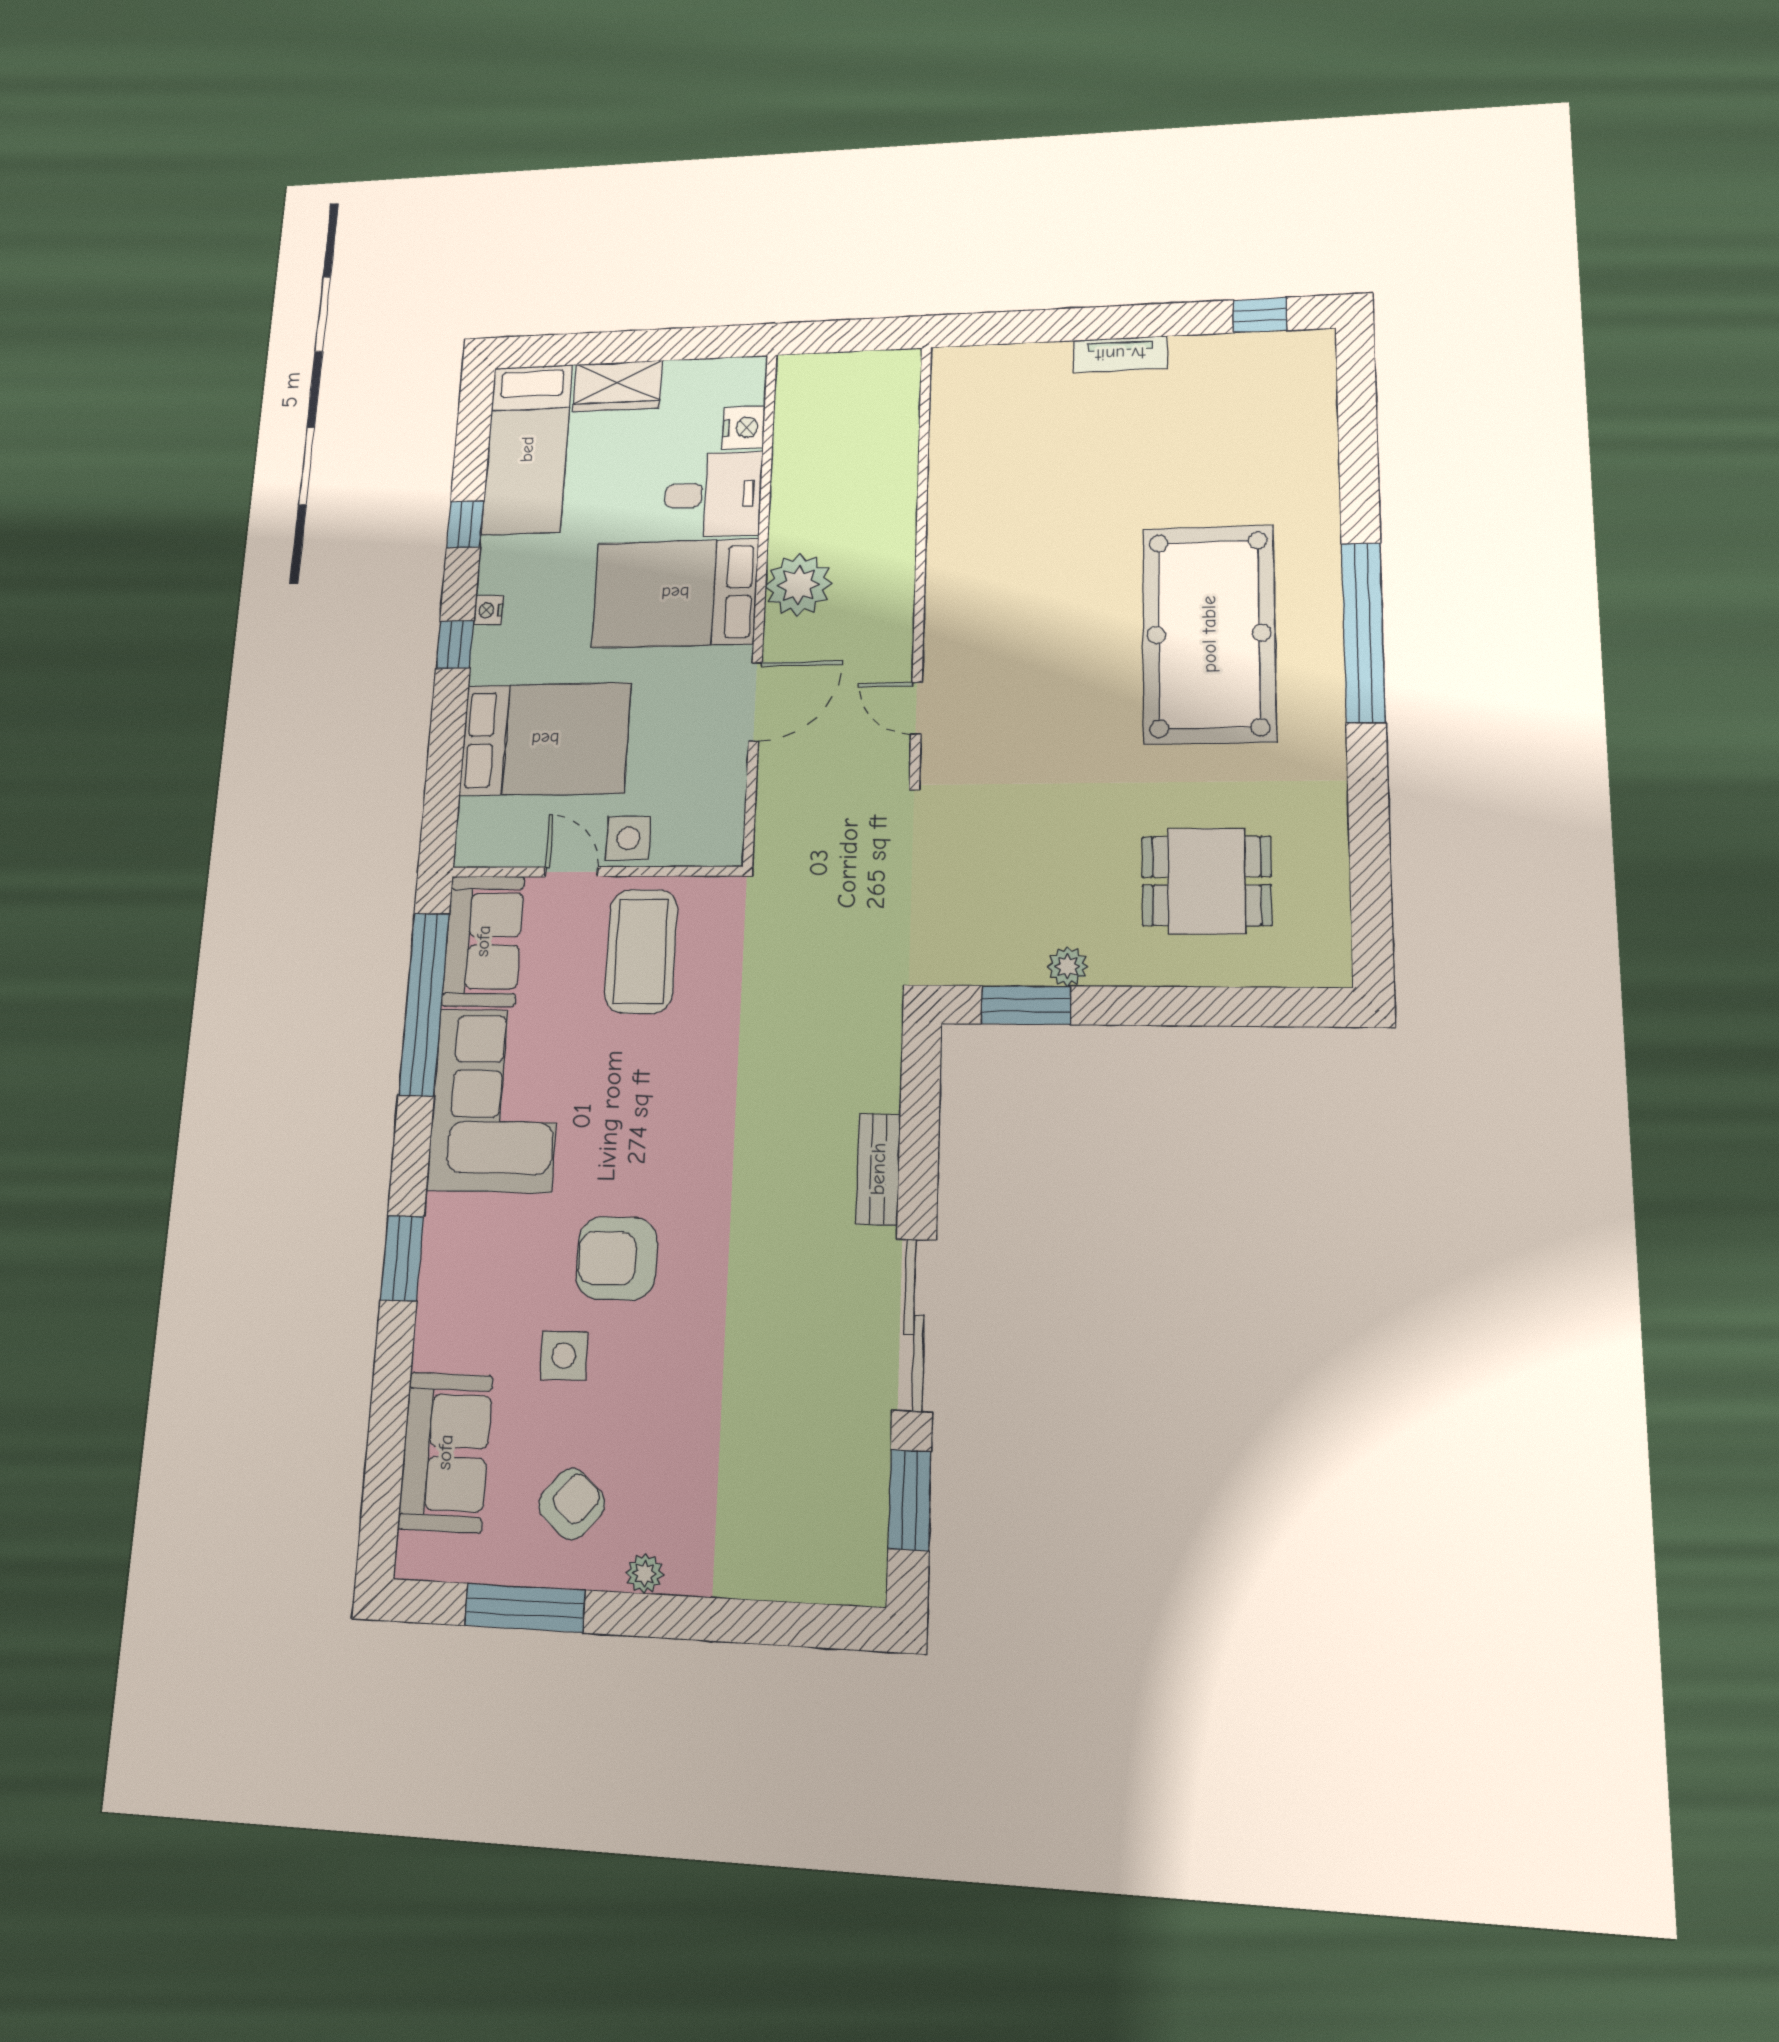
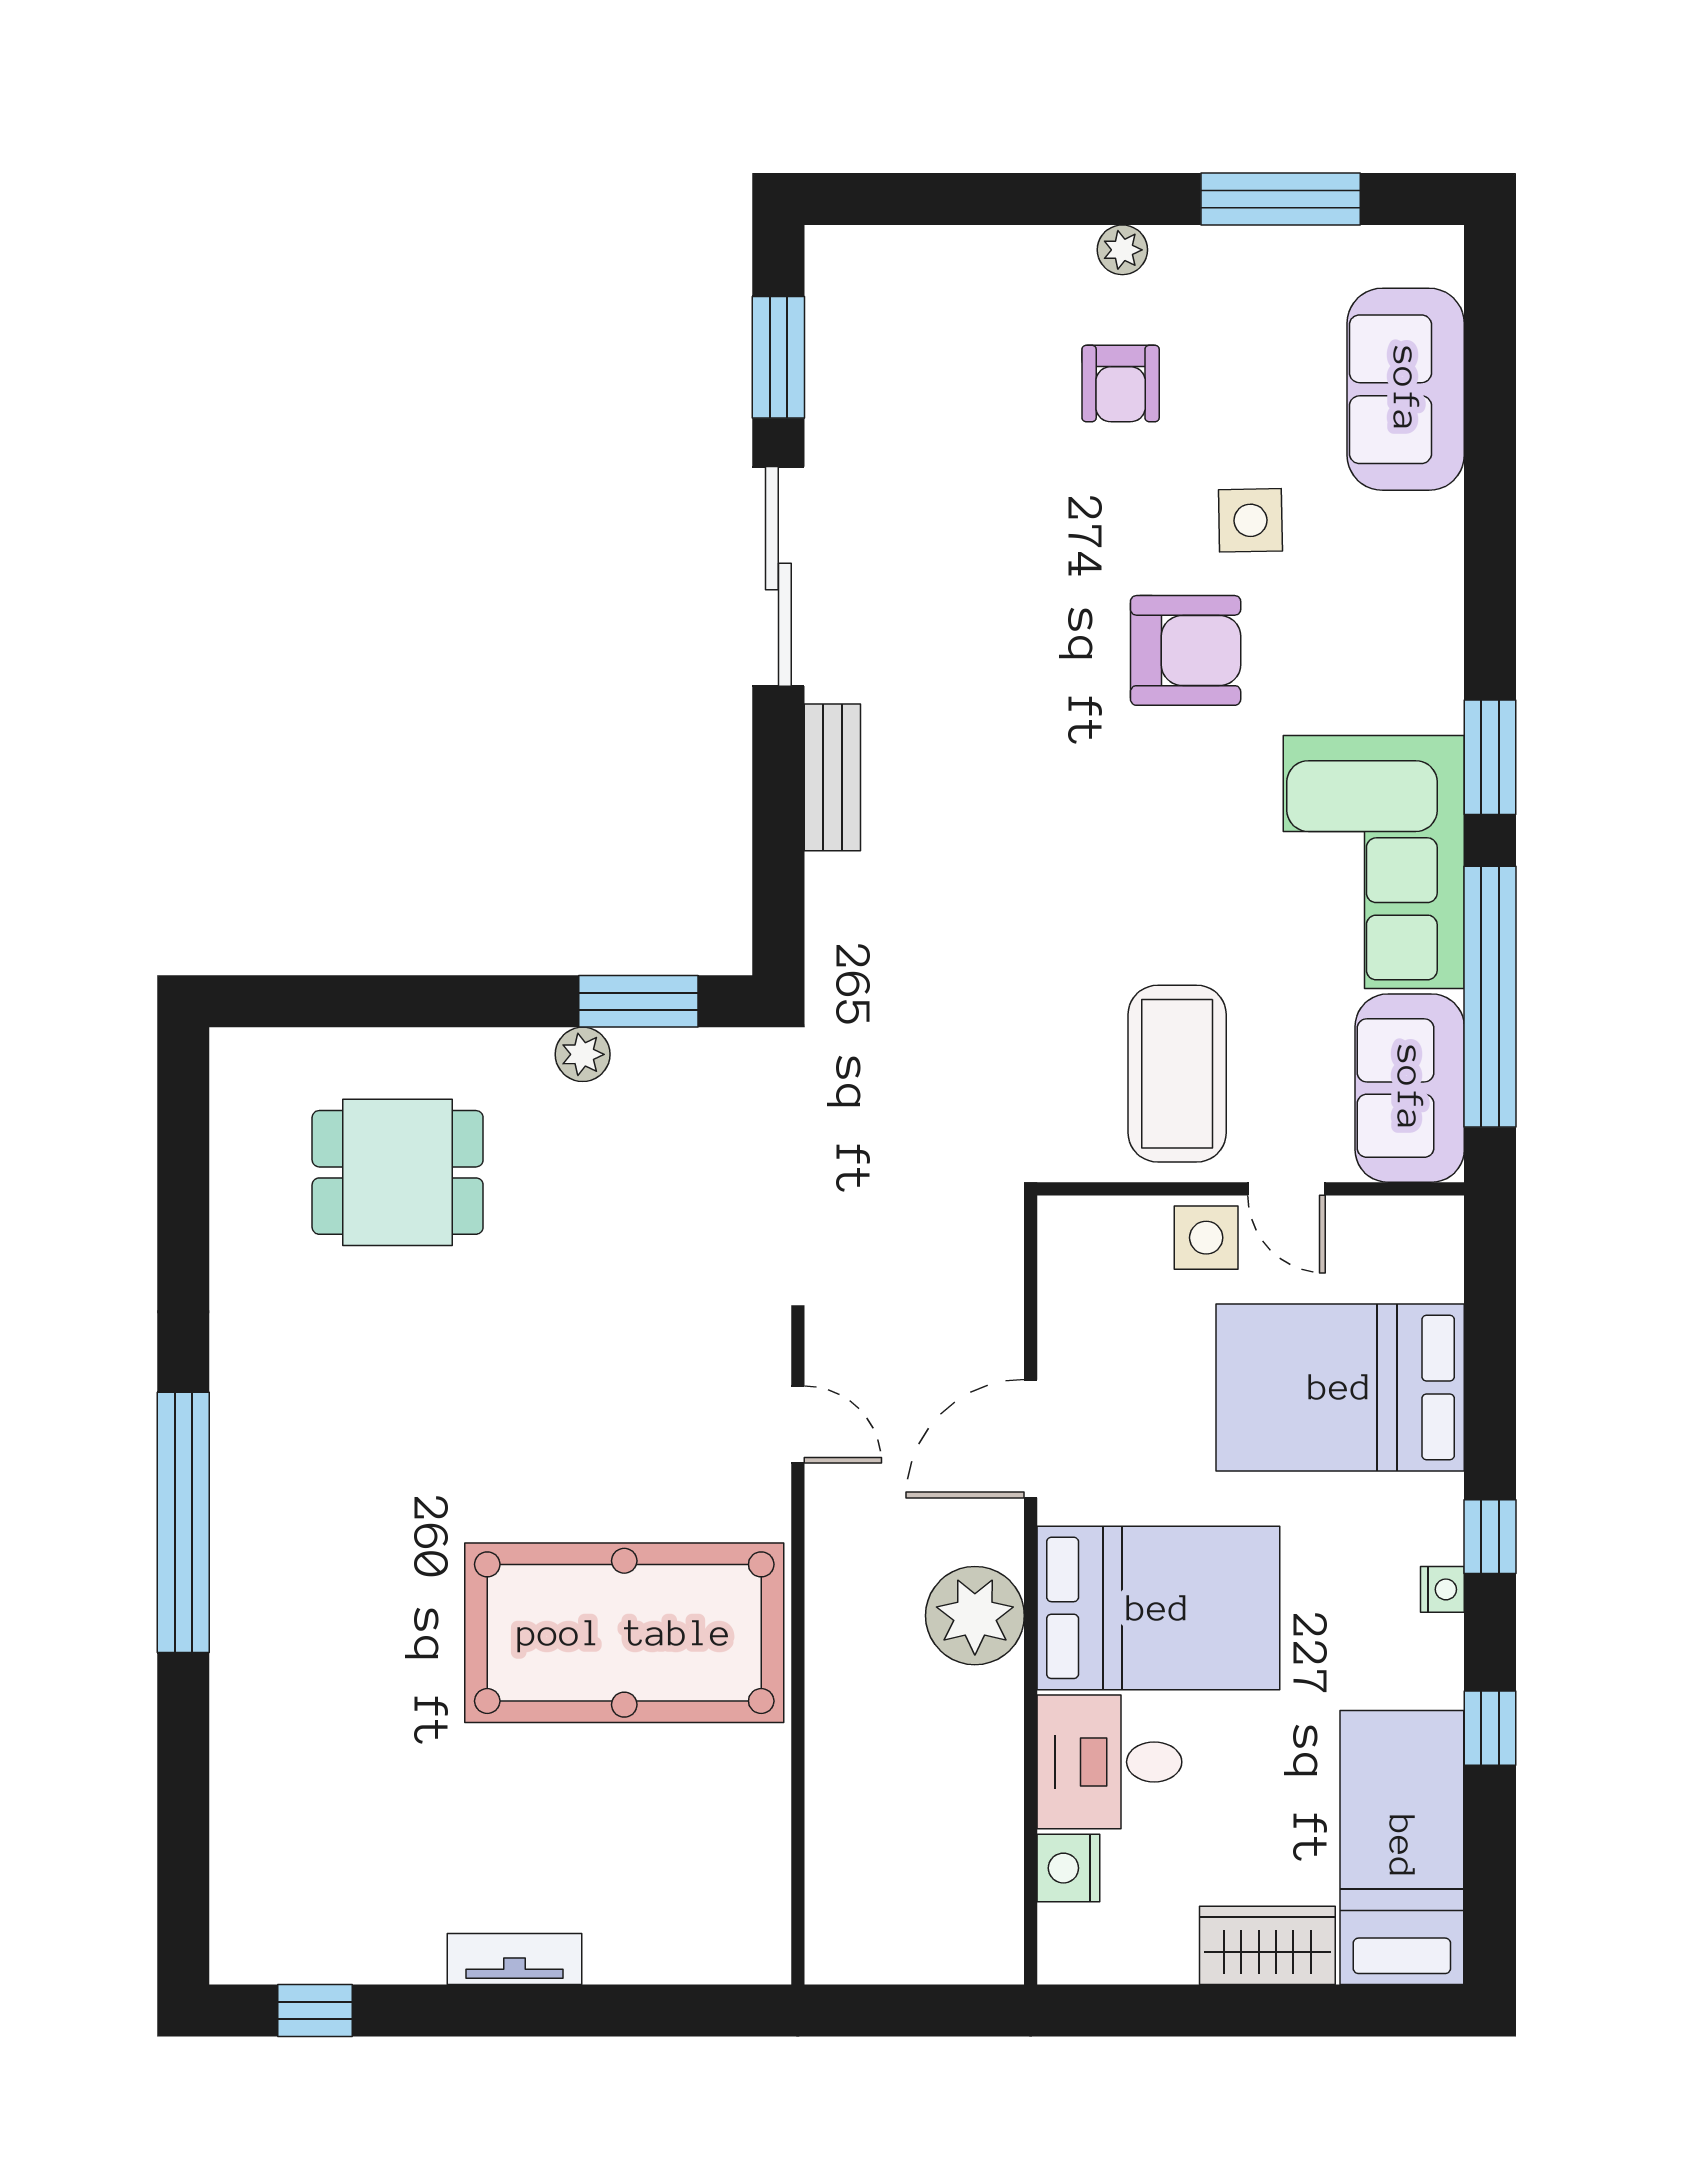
pool table: (1209, 634) -> (624, 1633), moved, turned 90
window: (402, 1258) -> (1490, 757), moved
armchair: (572, 1504) -> (1121, 383), moved, turned -41

